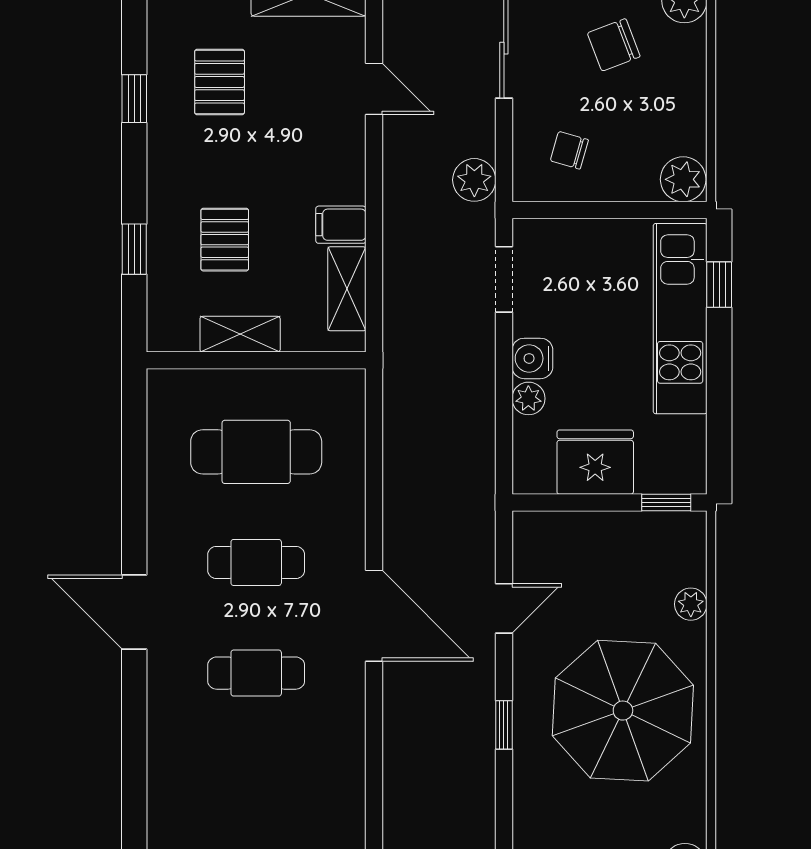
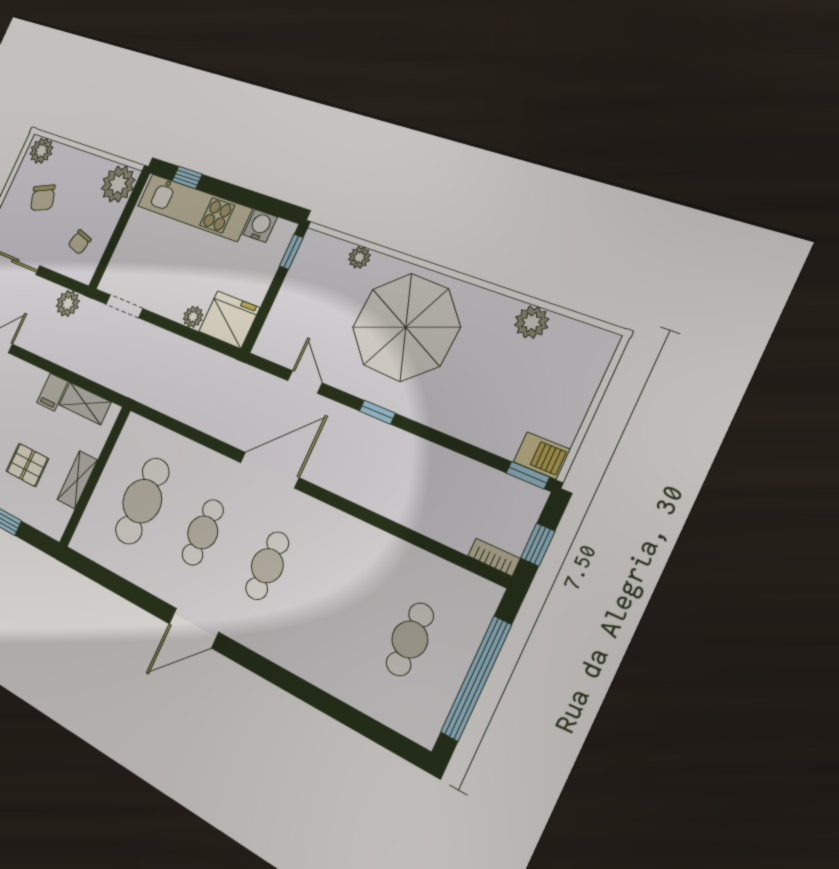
plant: (683, 179) -> (118, 184), width x1.36, depth x1.36
water cooler: (532, 358) -> (260, 226), moved, turned 180
fridge: (595, 462) -> (229, 320), moved, turned 90

